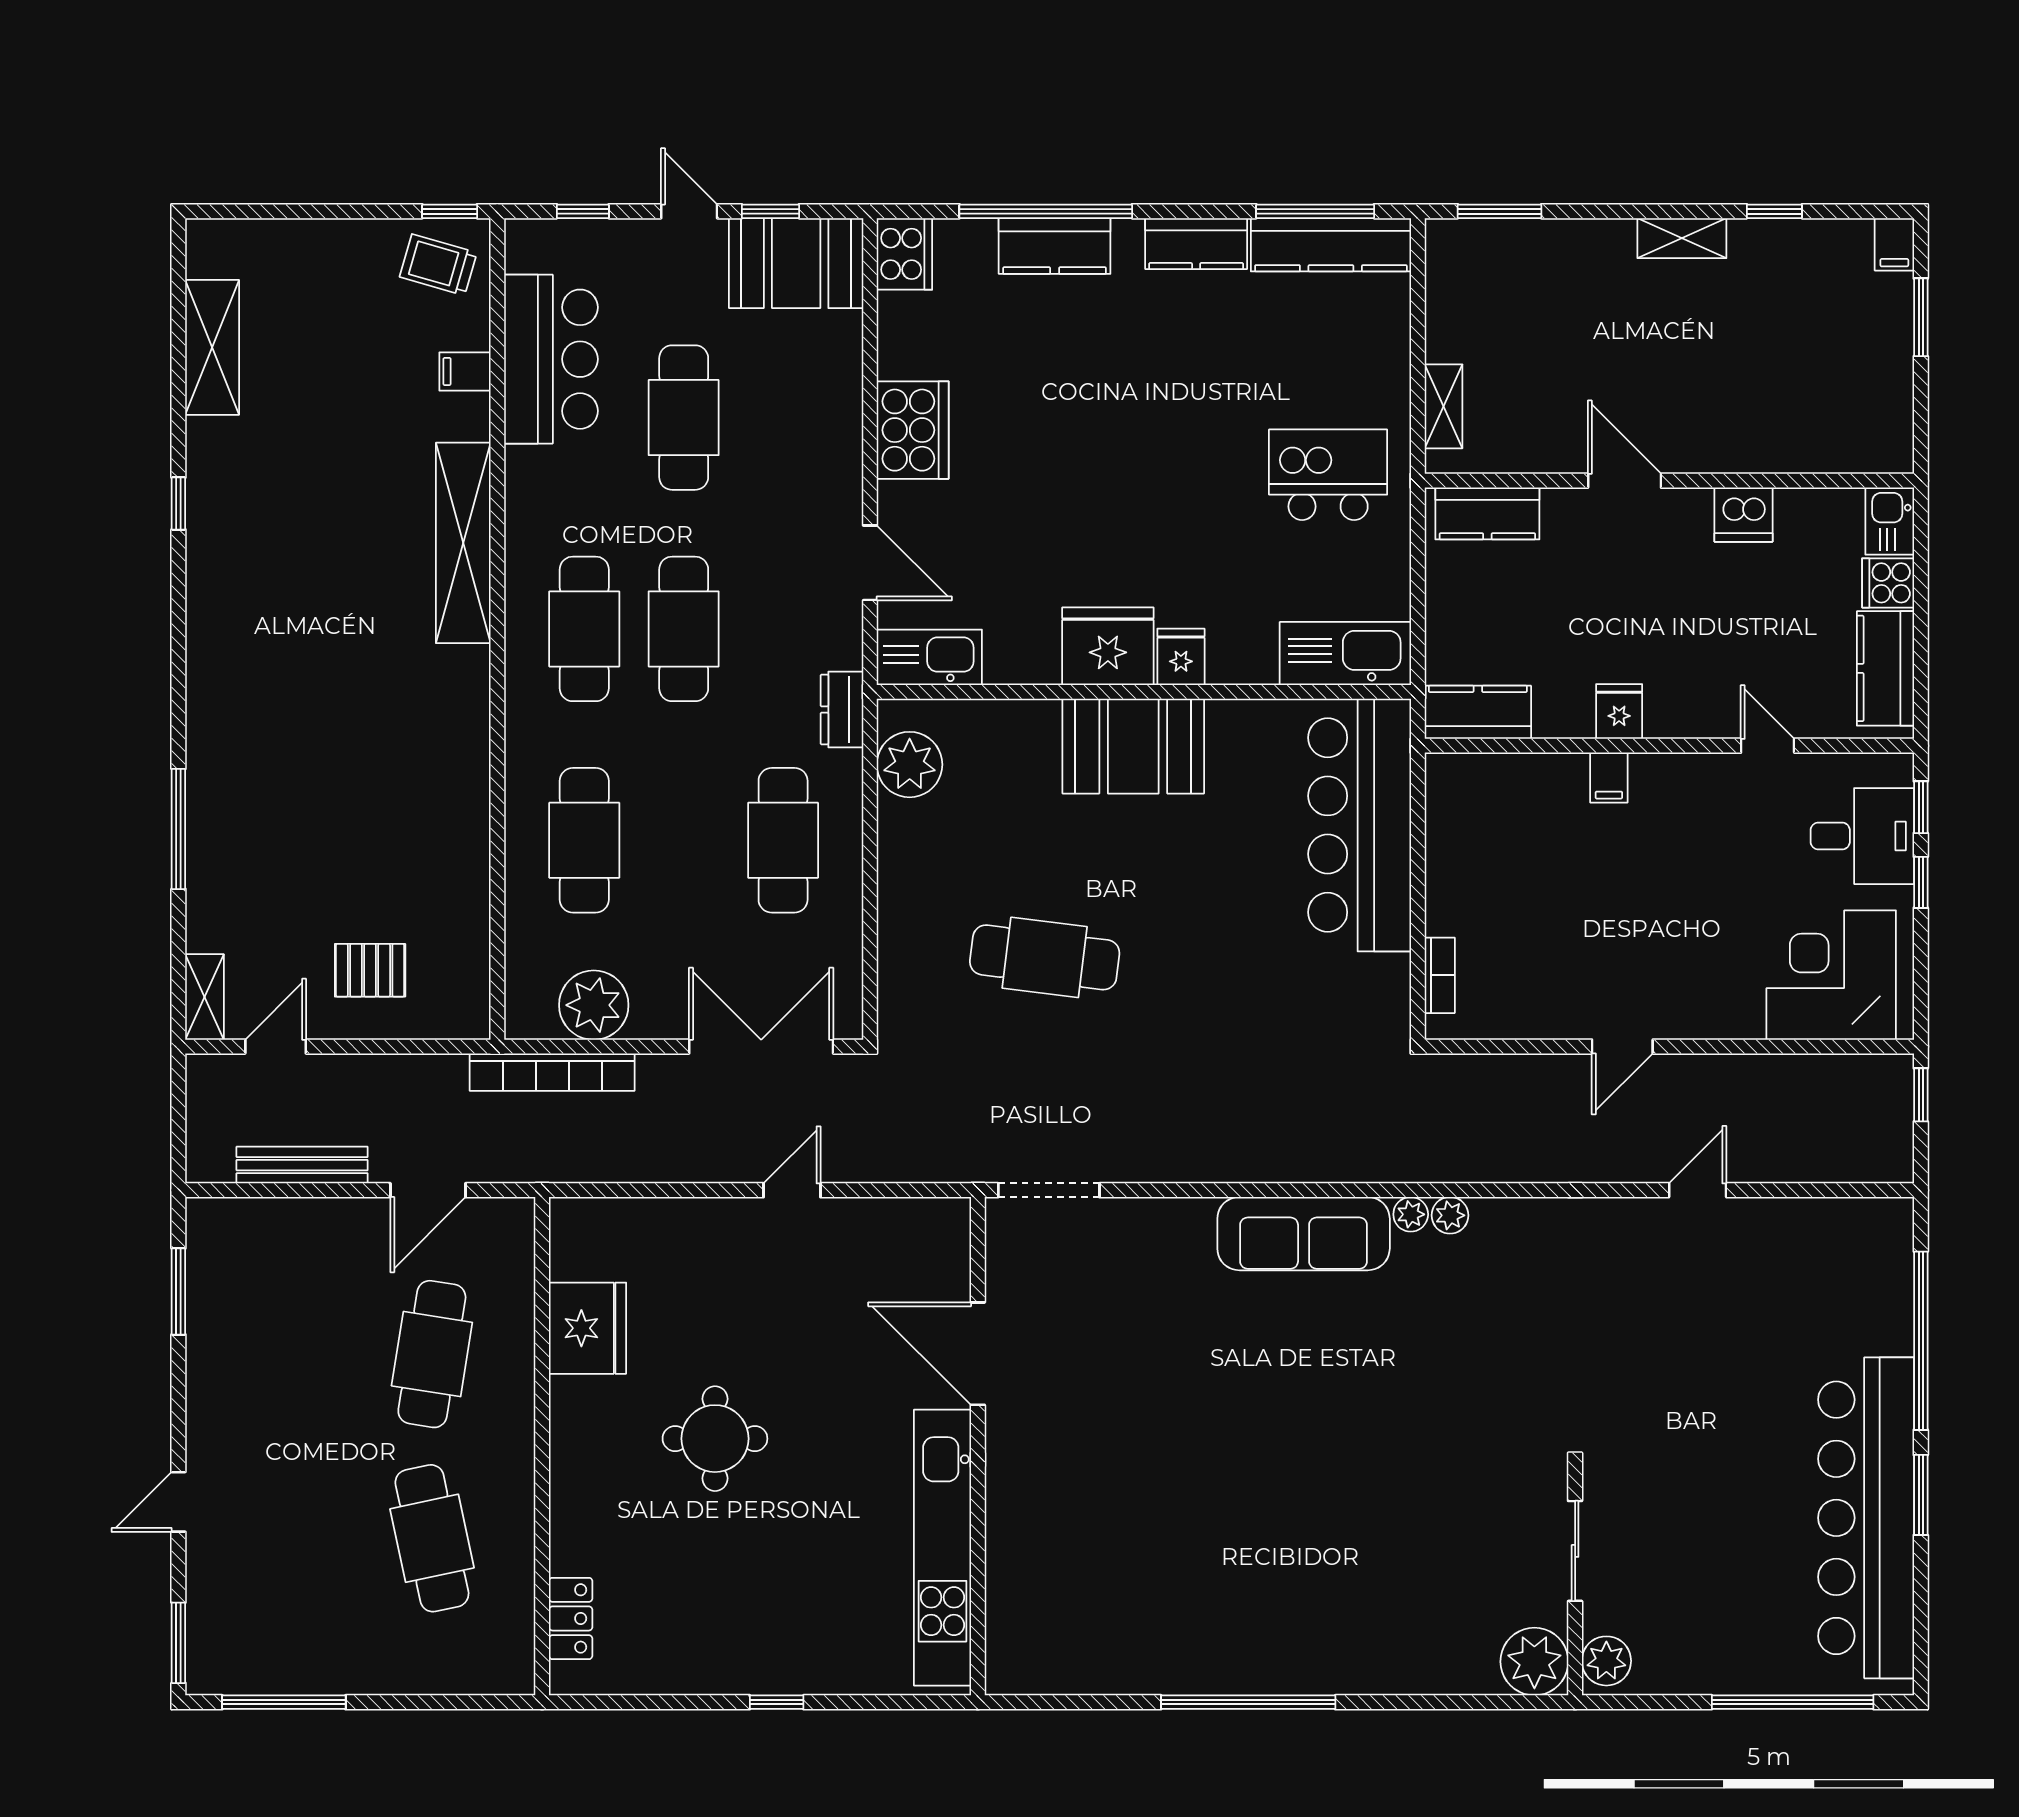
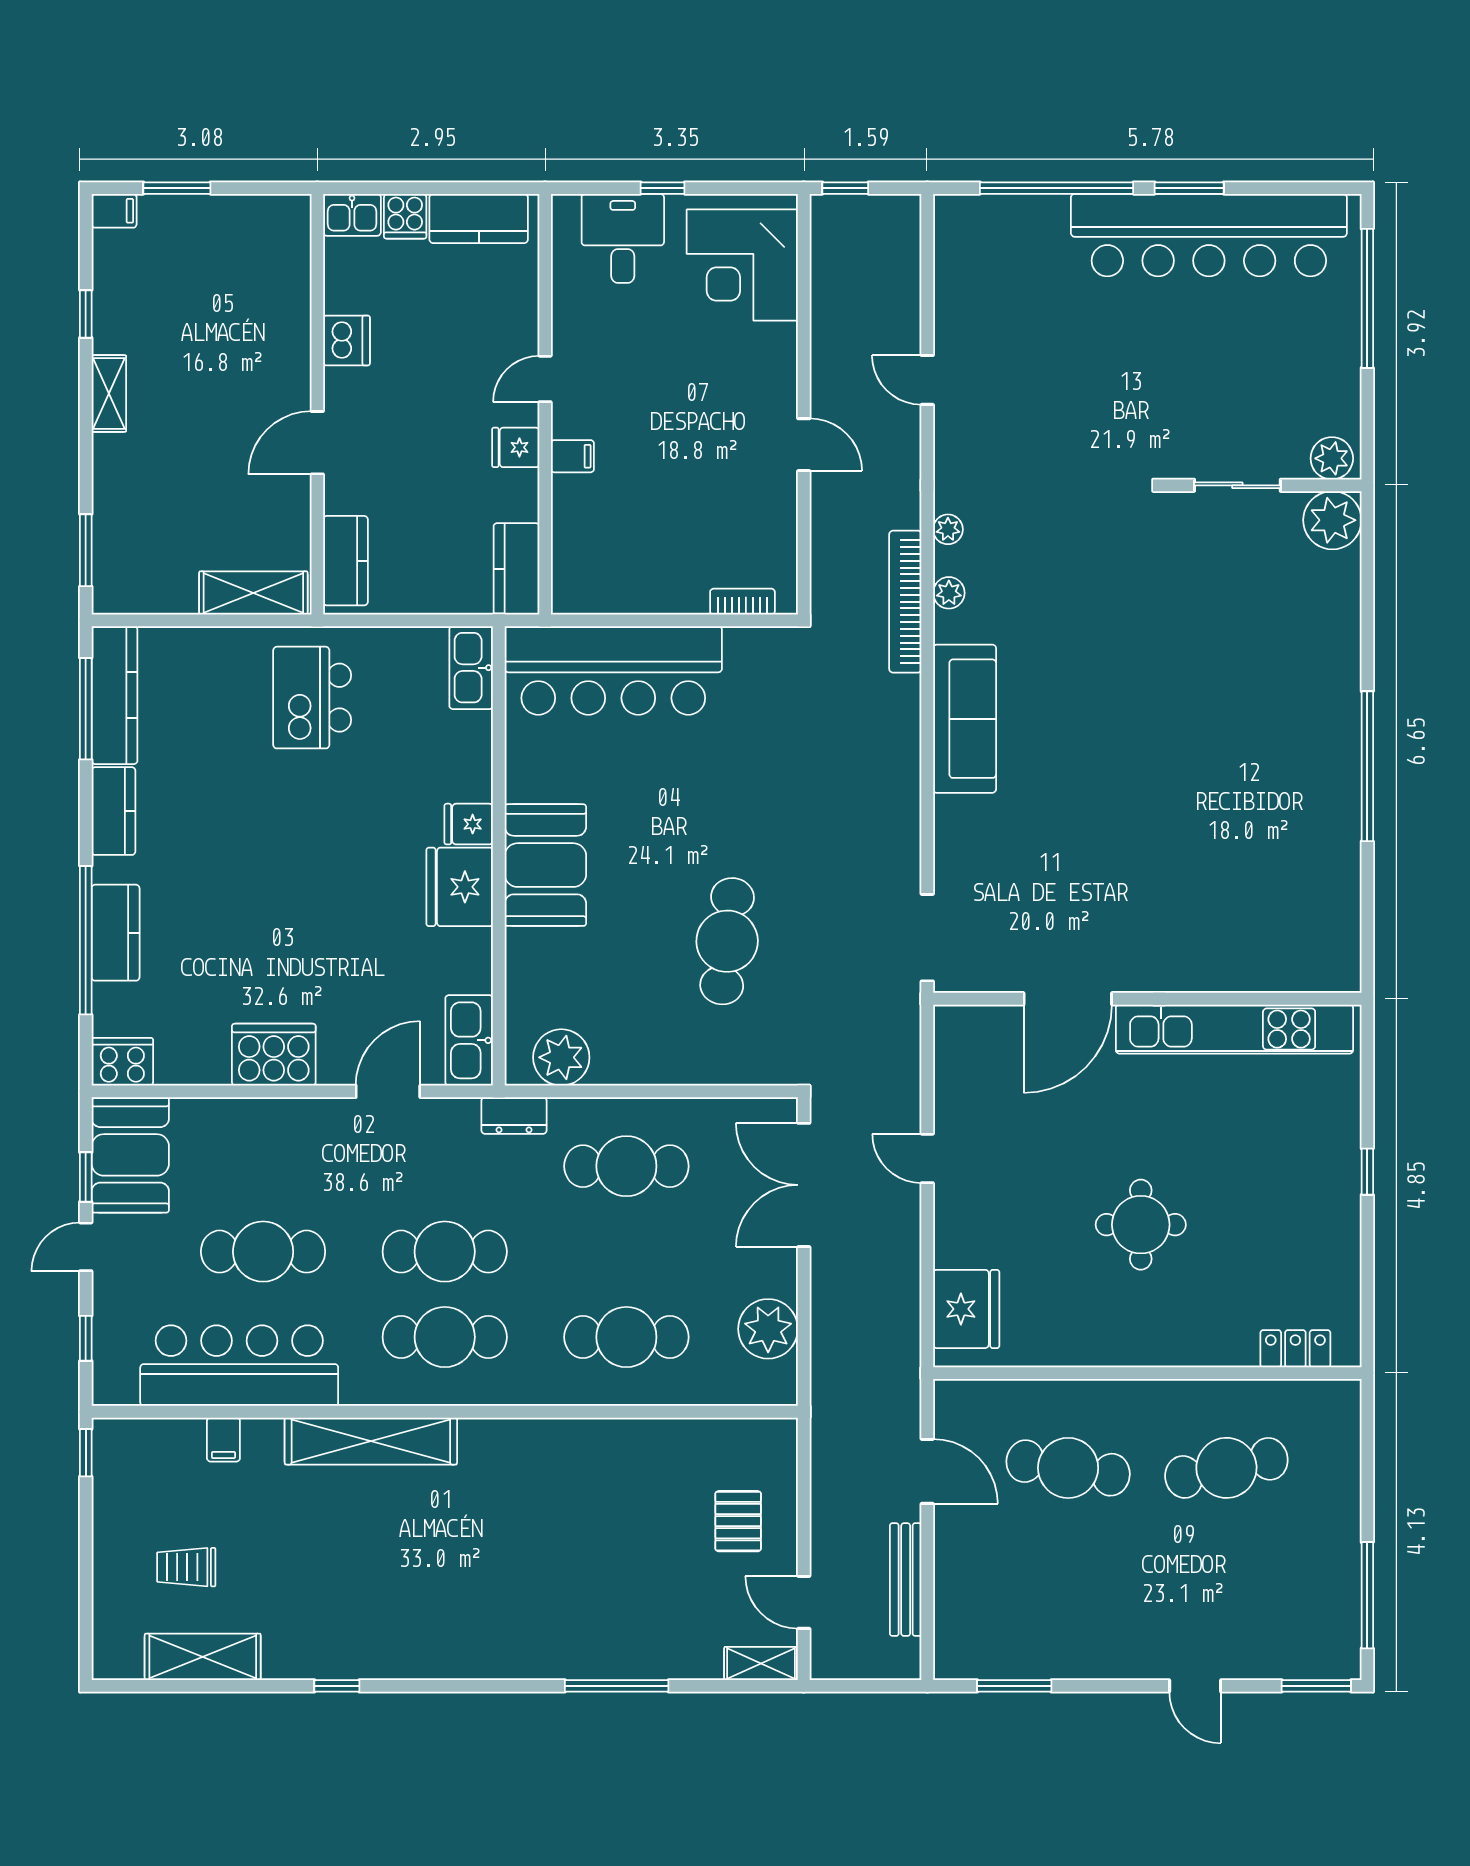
trolley: (438, 265) -> (186, 1567), moved, turned 74
bar counter: (551, 359) -> (239, 1366), width x1.36
shelving: (1443, 406) -> (253, 593), width x1.50, depth x1.33
kitchen sink: (1345, 653) -> (471, 668), width x0.73, depth x0.81
door: (1768, 746) -> (545, 379), moved
window: (1921, 807) -> (598, 188), removed
bookcase: (552, 1072) -> (905, 602), moved, turned 180
plant: (1411, 1214) -> (948, 529), moved
fridge: (588, 1328) -> (966, 1309), moved, turned 90

